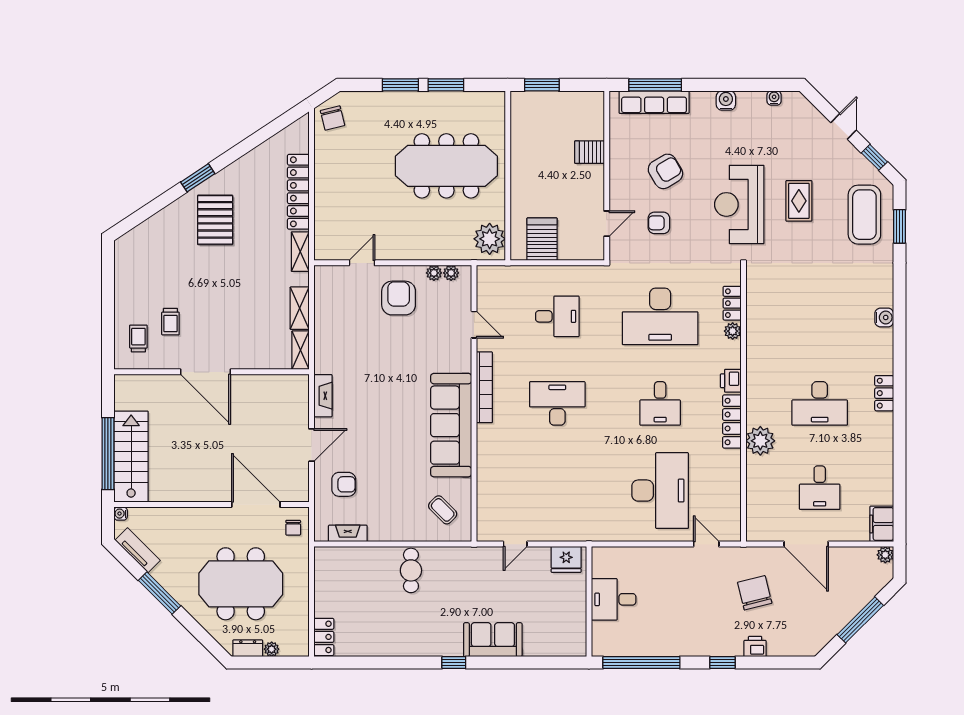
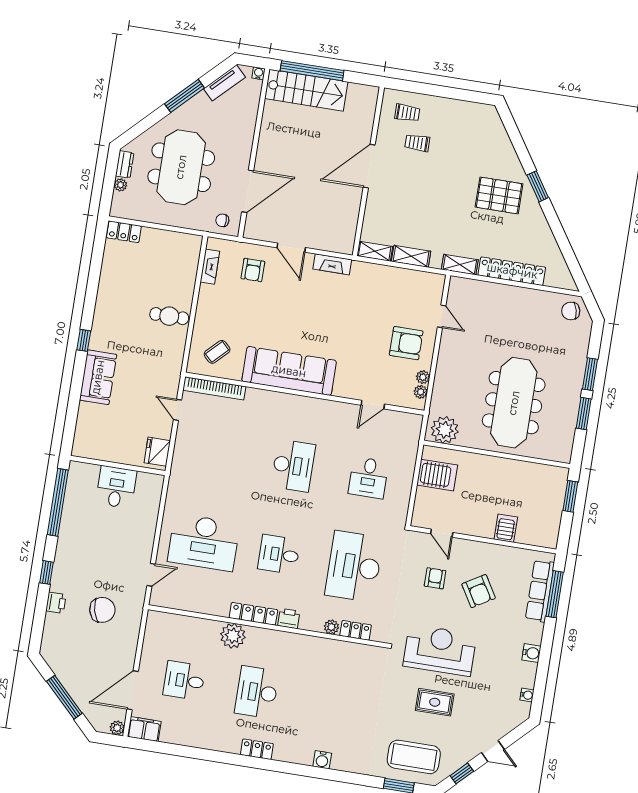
bookcase: (484, 387) -> (214, 388), moved
door: (806, 544) -> (133, 690), moved

